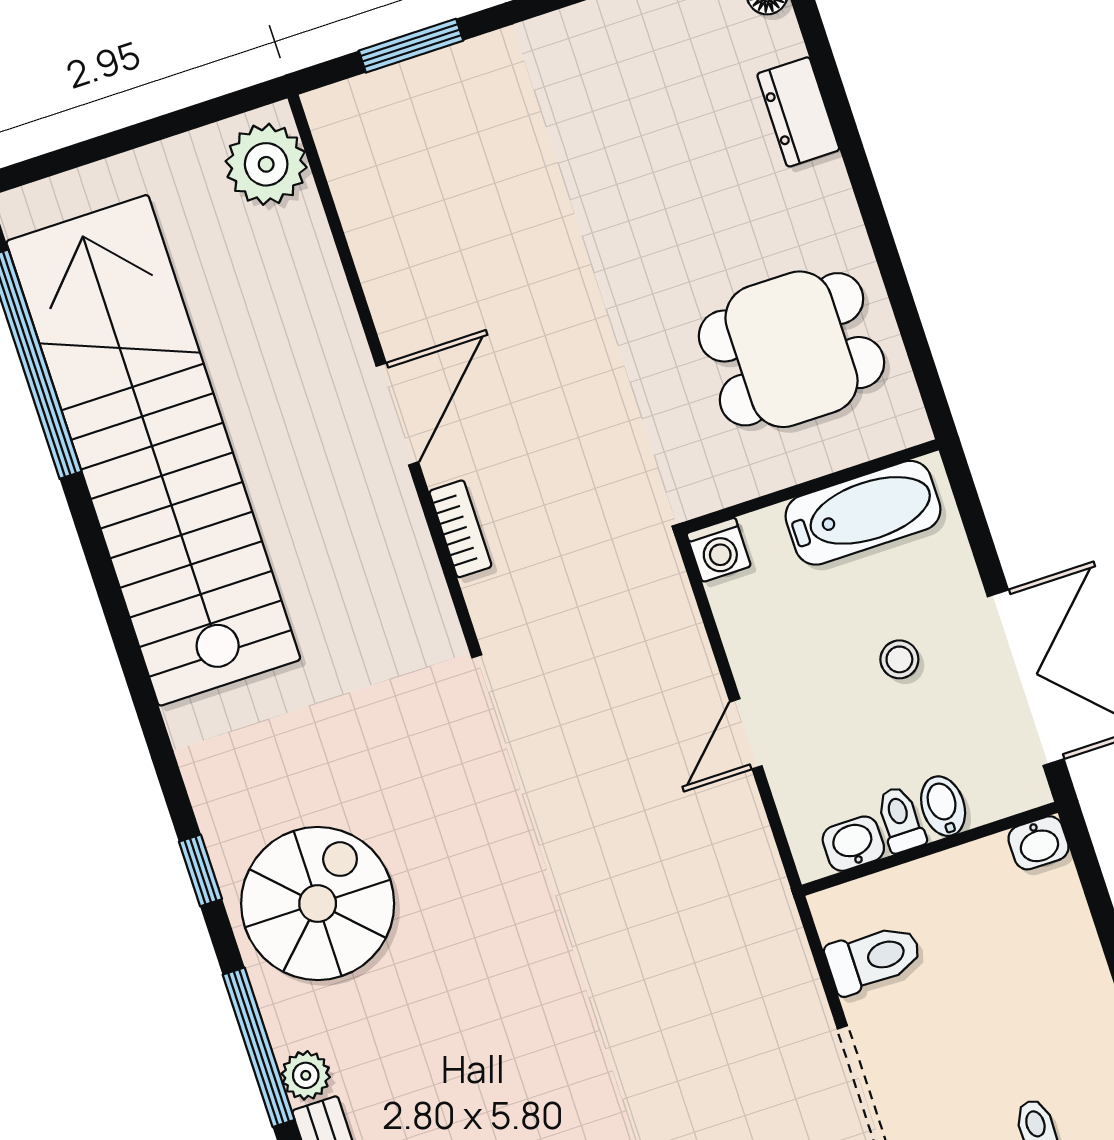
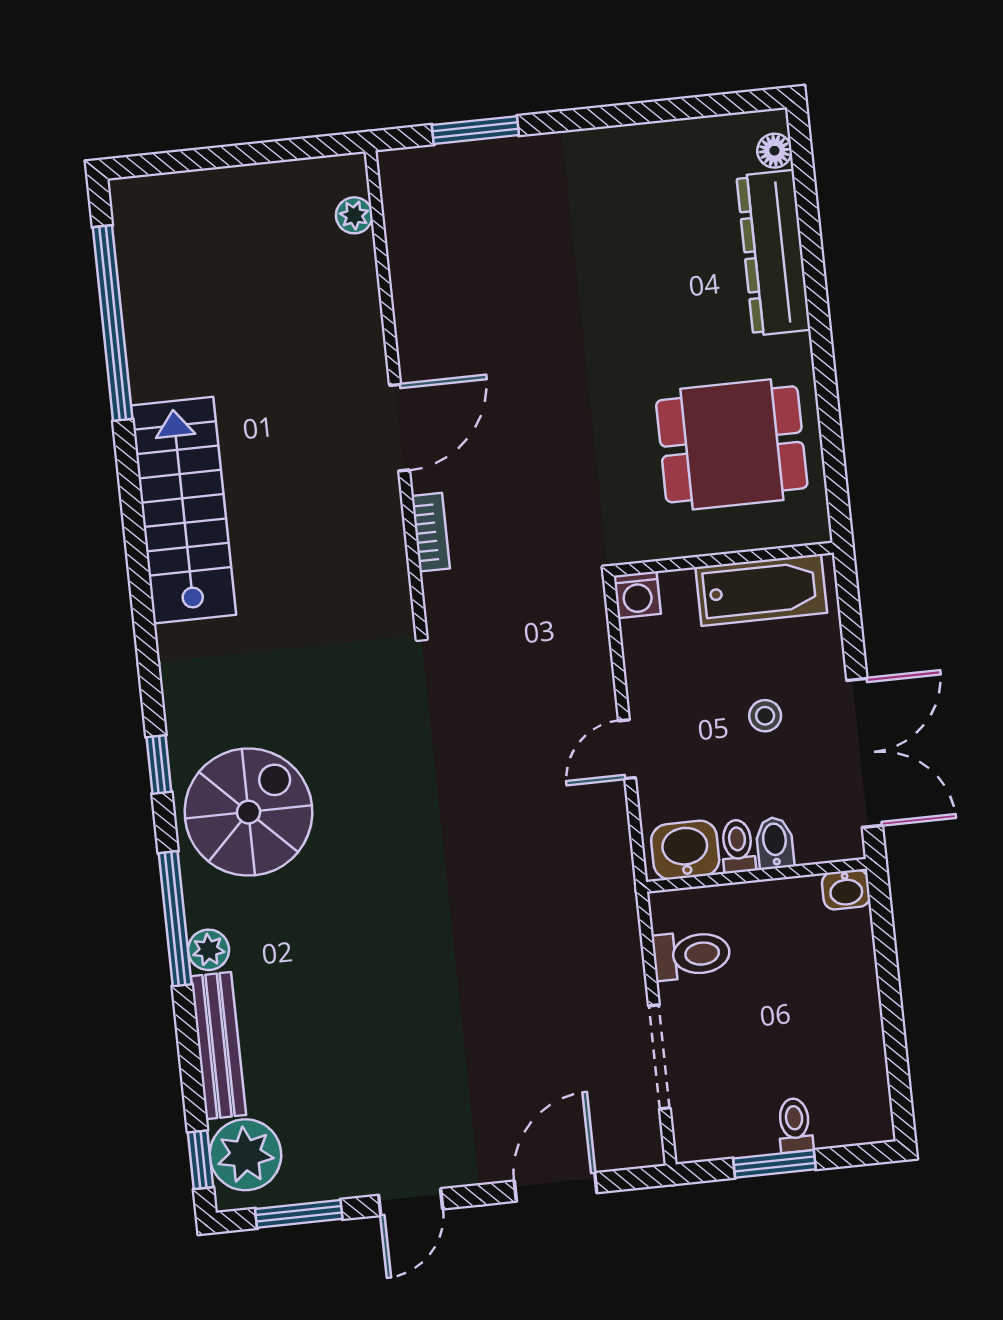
dresser: (798, 112) -> (773, 253), width x1.96, depth x1.24
plant: (266, 164) -> (354, 215), width x0.53, depth x0.53
stairs: (153, 450) -> (184, 510), width x0.54, depth x0.66
washbasin: (853, 844) -> (685, 850), width x1.38, depth x1.45

